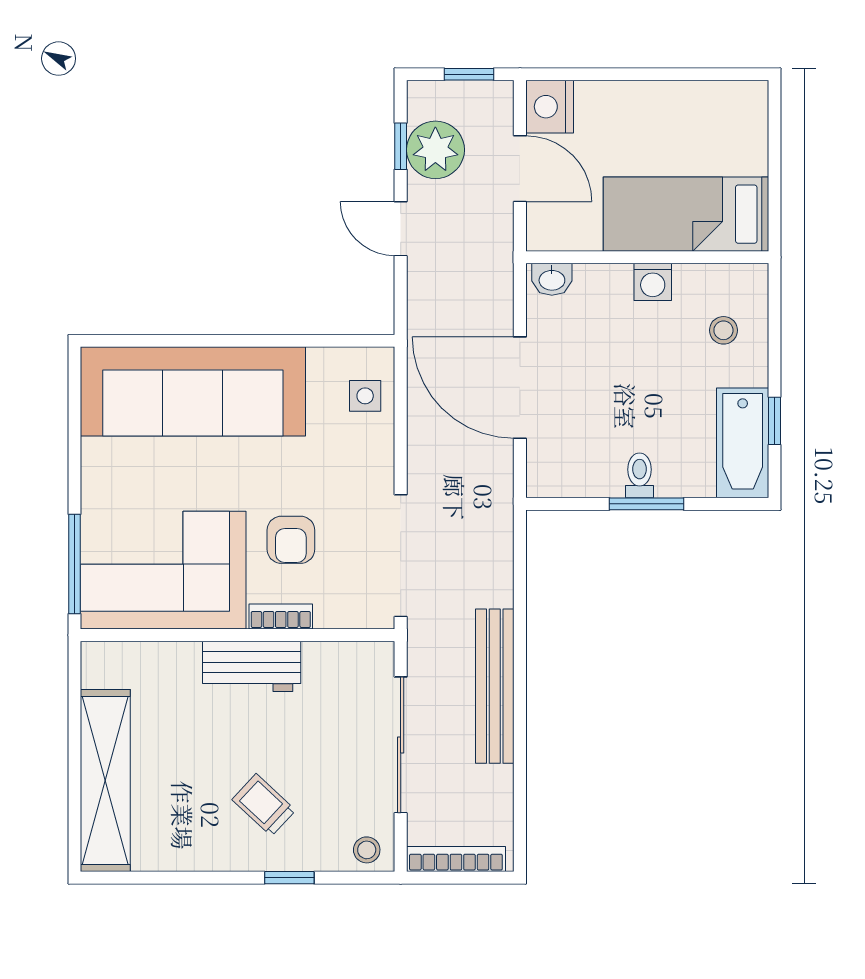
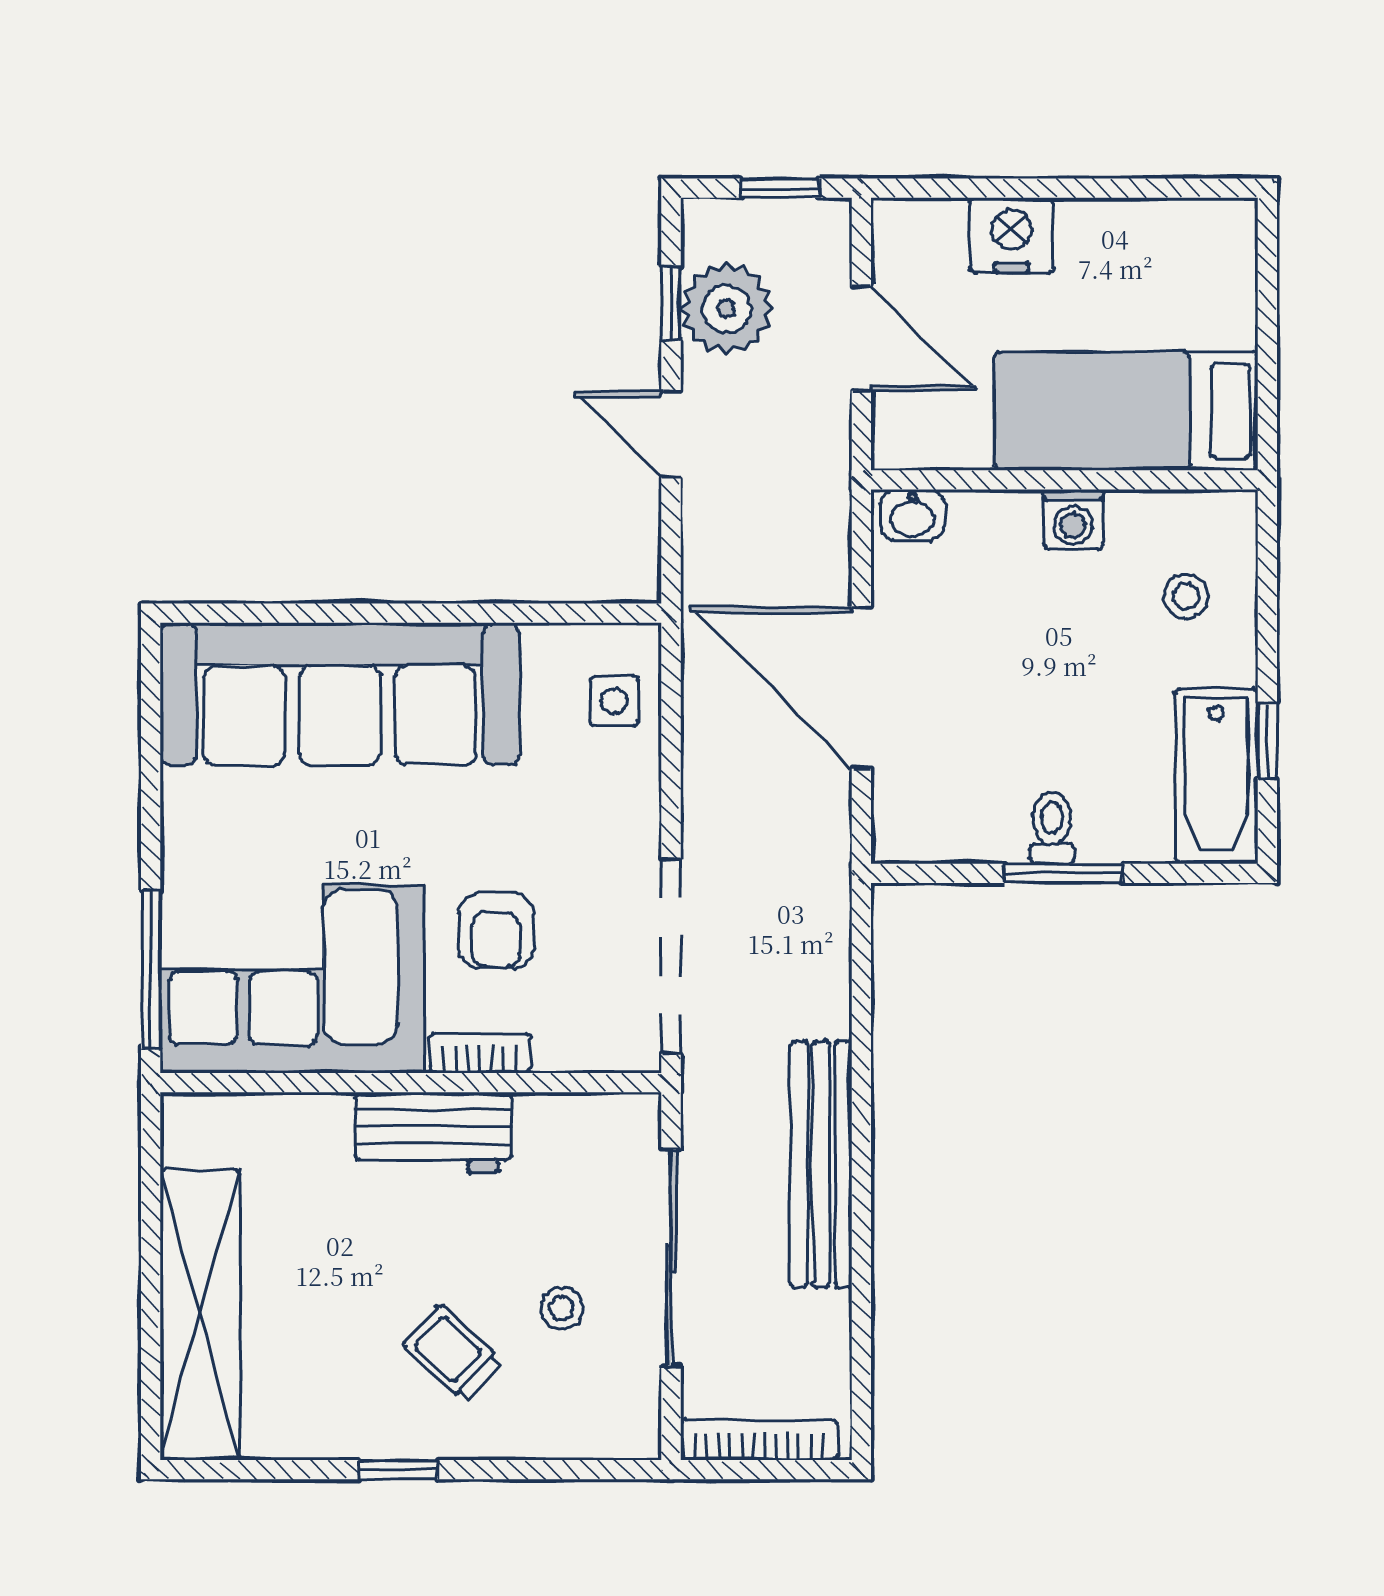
nightstand: (550, 107) -> (1012, 235), moved, turned 90
stool: (367, 850) -> (562, 1308), moved
window: (289, 878) -> (398, 1470), moved

